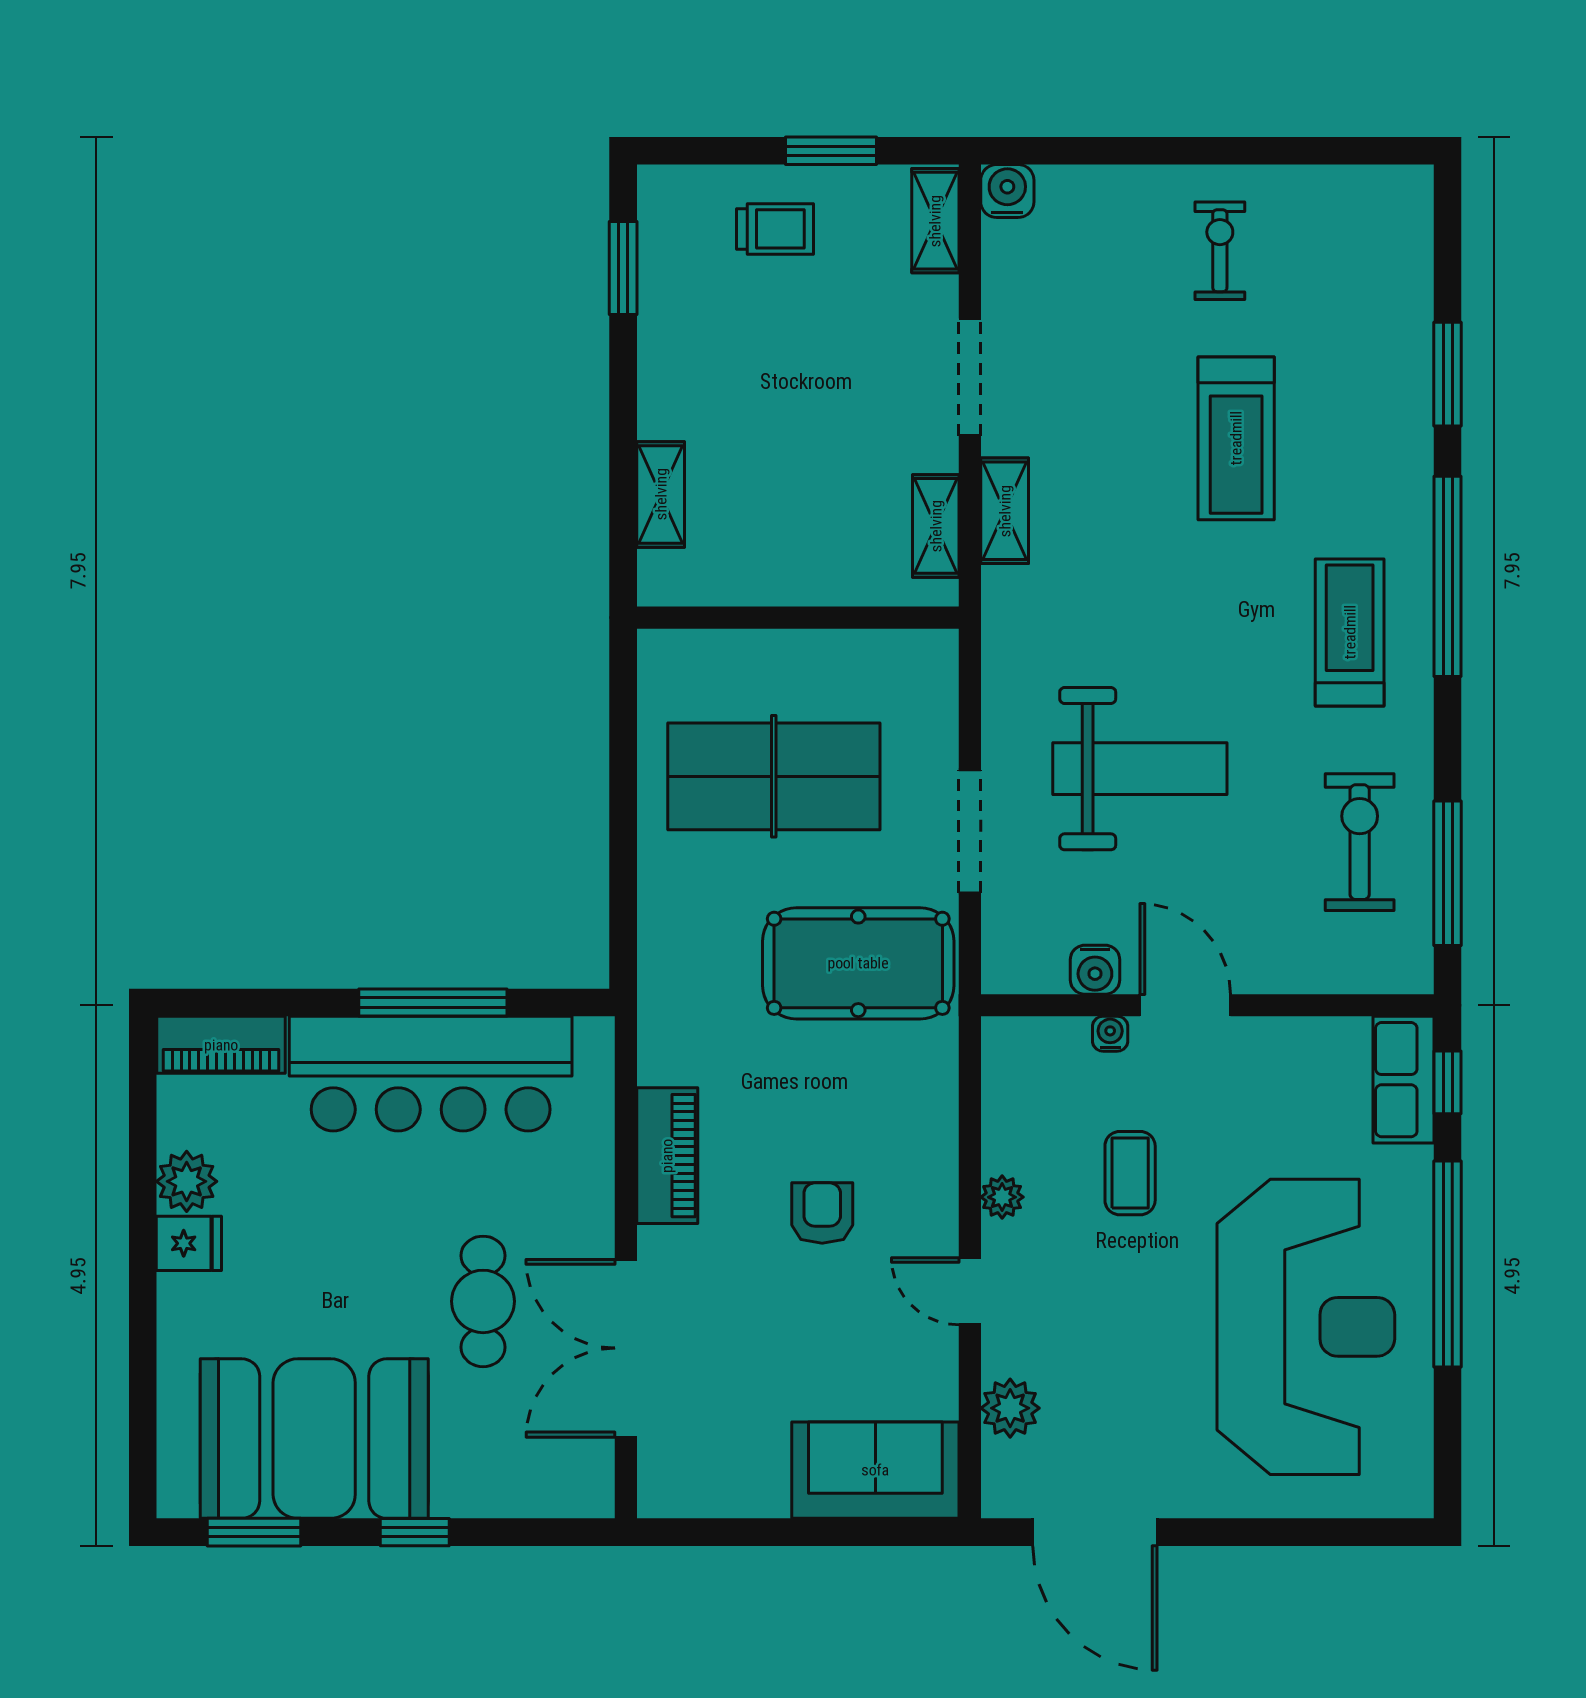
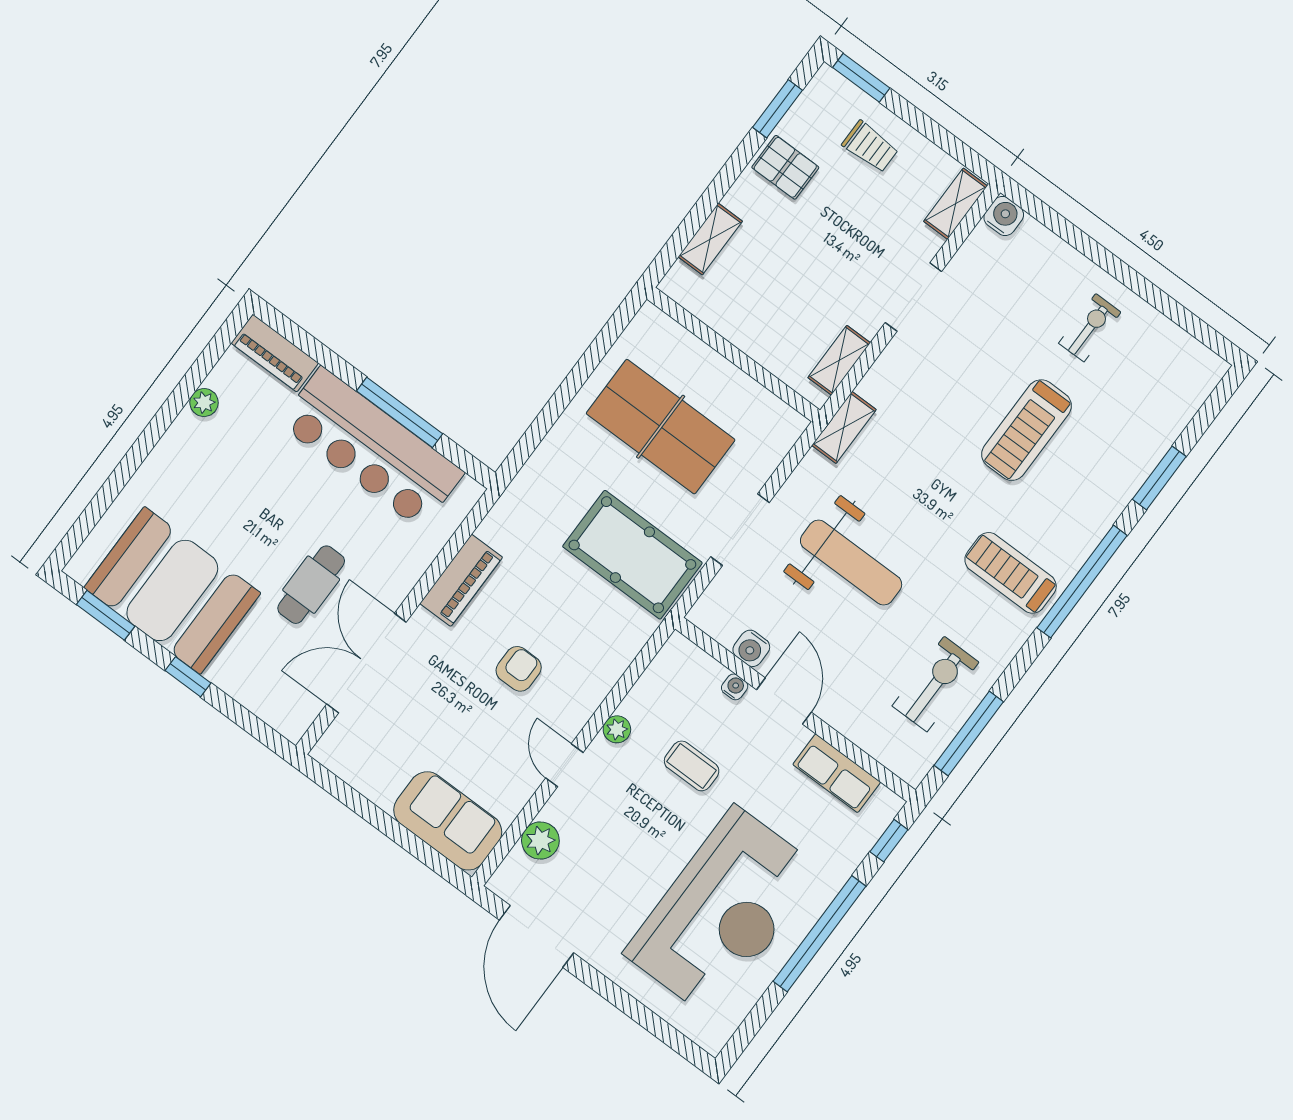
window: (831, 151) -> (861, 78), moved
pallet: (688, 334) -> (785, 167), added
shelving: (1005, 511) -> (844, 427), moved
treadmill: (1350, 632) -> (1011, 573), turned -90
row of seats: (1404, 1080) -> (837, 773), moved, turned -90
coffee table: (1130, 1173) -> (692, 766), turned 90
plant: (187, 1181) -> (204, 403), width x0.73, depth x0.73
fridge: (189, 1243) -> (183, 443), removed

